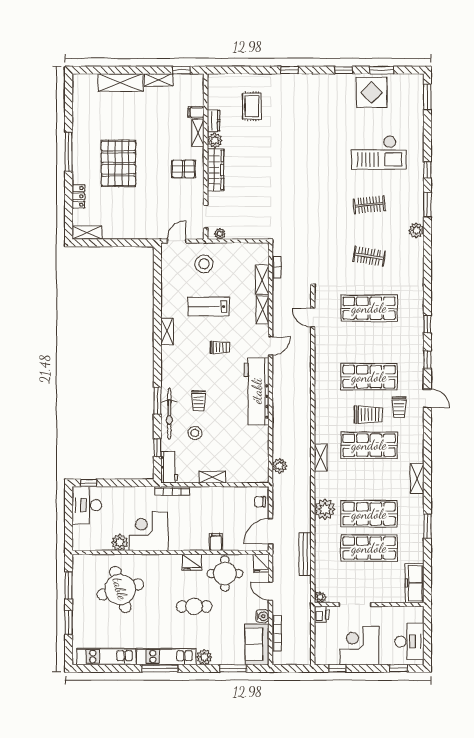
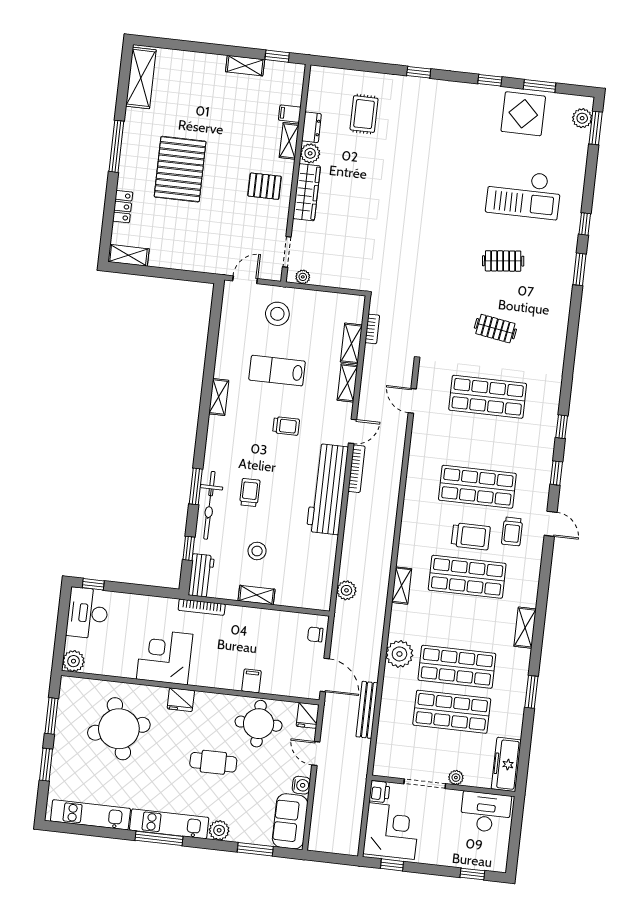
shelving: (121, 83) -> (141, 78), moved, turned 90
plant: (416, 230) -> (582, 118), moved
trolley: (198, 401) -> (250, 493), turned 180
stool: (195, 433) -> (257, 551), moved
door: (270, 531) -> (325, 675), swing flipped
plant: (120, 542) -> (73, 661), moved
fridge: (192, 562) -> (181, 700), moved
plant: (320, 597) -> (456, 778), moved
bookcase: (277, 634) -> (357, 469), moved
desk: (409, 642) -> (486, 812), moved, turned -90
corner desk: (359, 645) -> (391, 831), moved, turned 90

